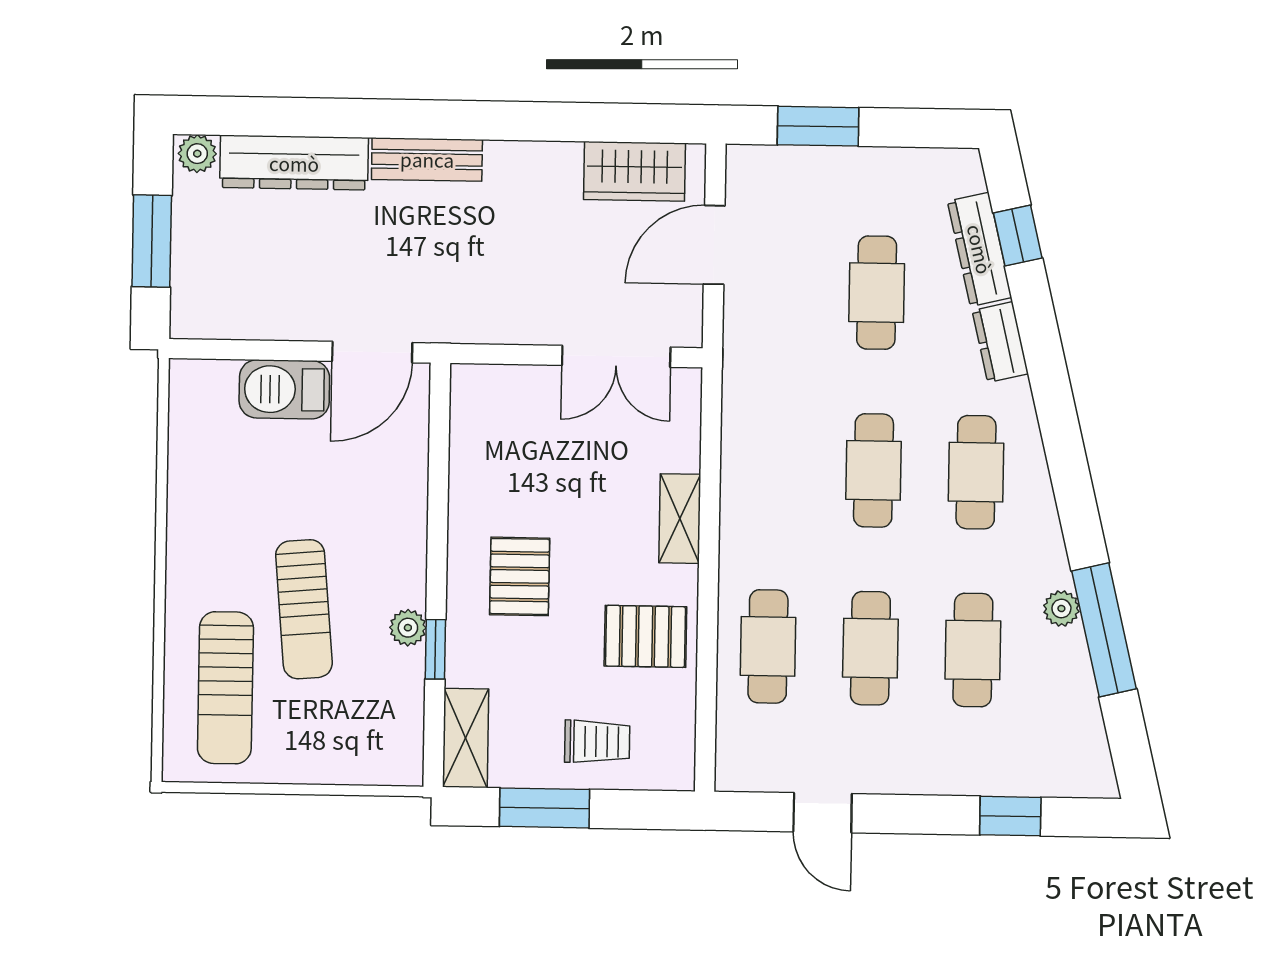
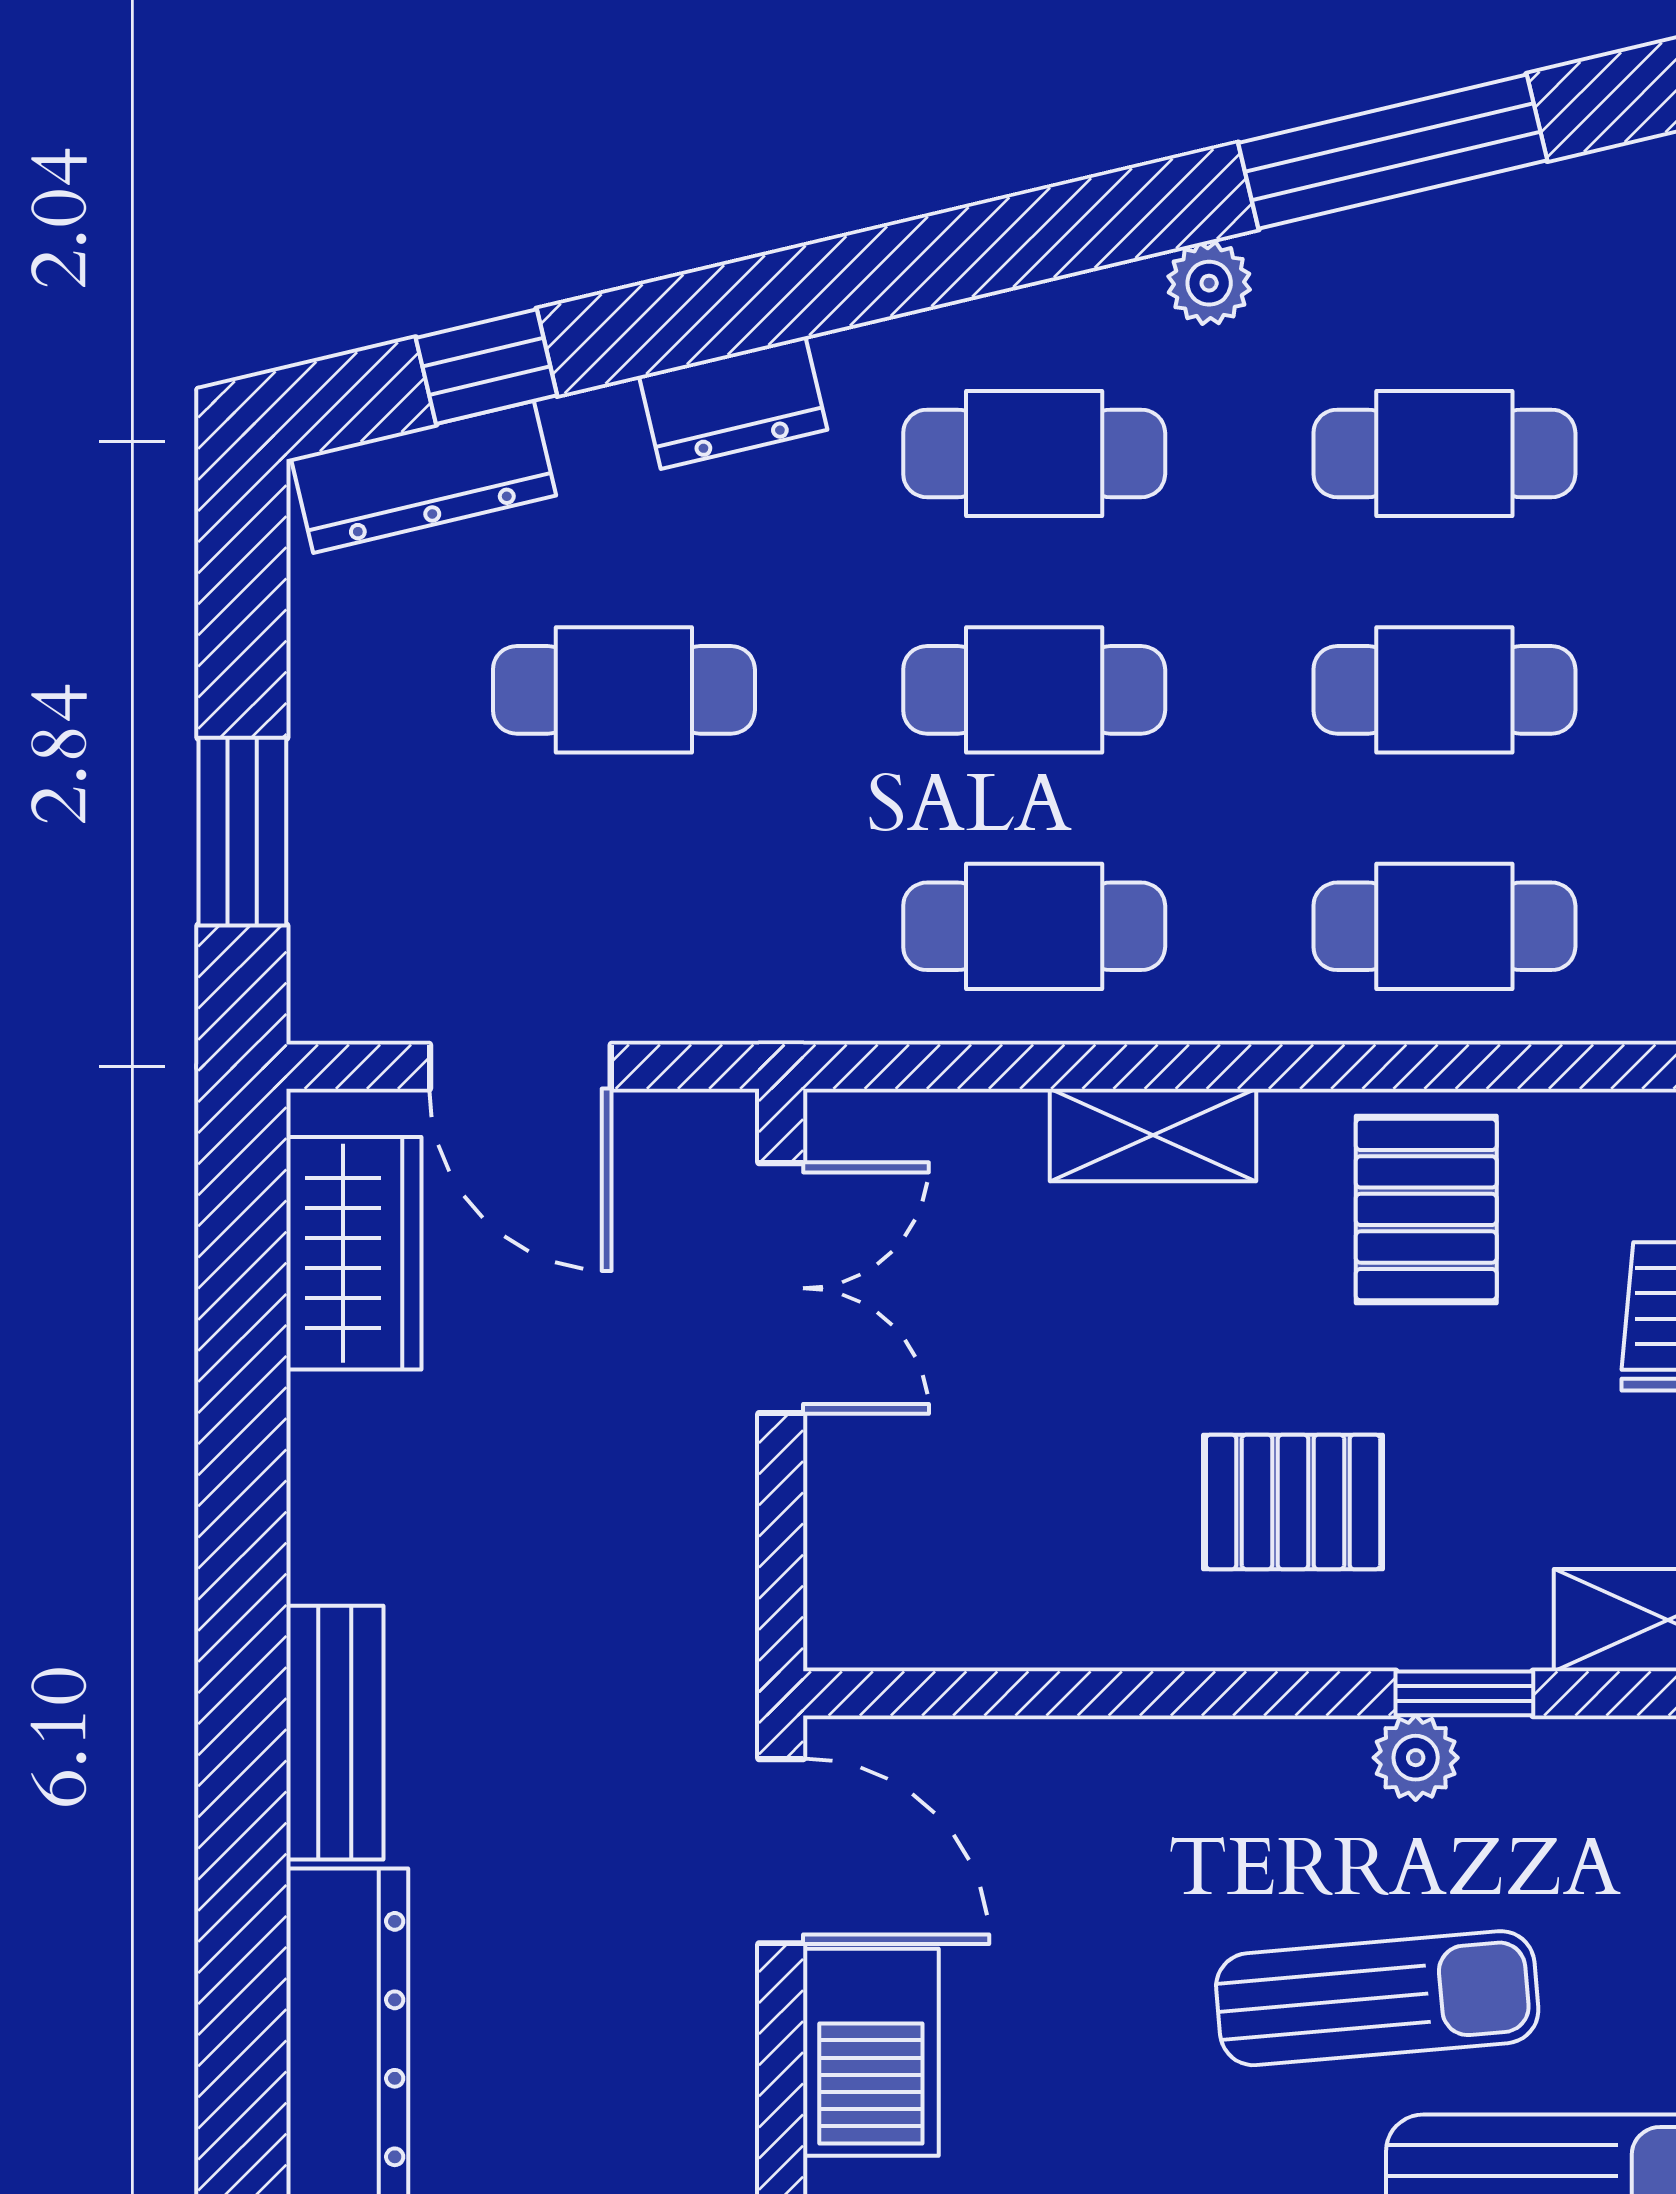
dresser: (980, 249) -> (424, 477), moved
cafe table: (771, 469) -> (1034, 926), added
plant: (1061, 608) -> (1209, 283), moved

